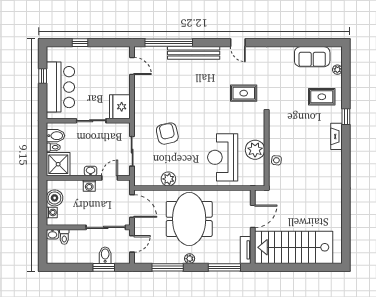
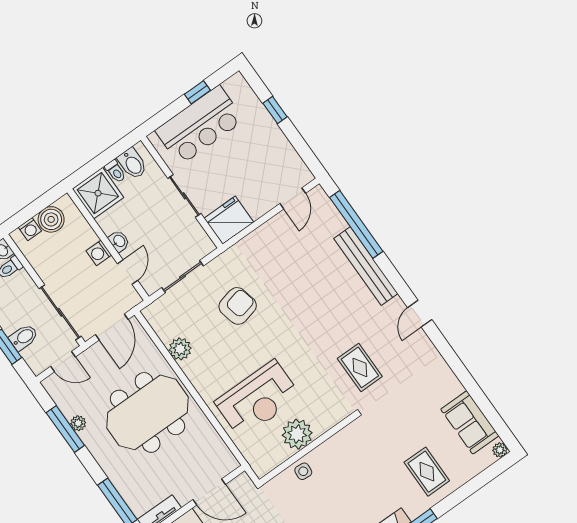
plant: (337, 70) -> (500, 450), moved
reception desk: (223, 157) -> (258, 399), turned 180
door: (110, 178) -> (128, 272), hinge flipped
plant: (190, 259) -> (78, 423), moved

